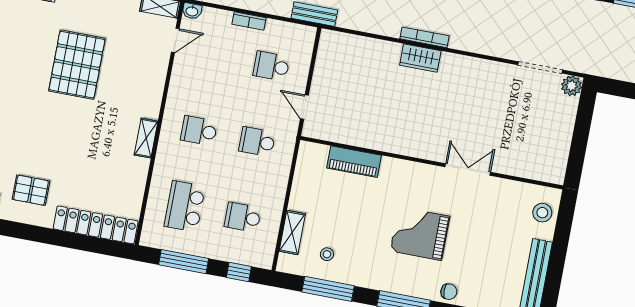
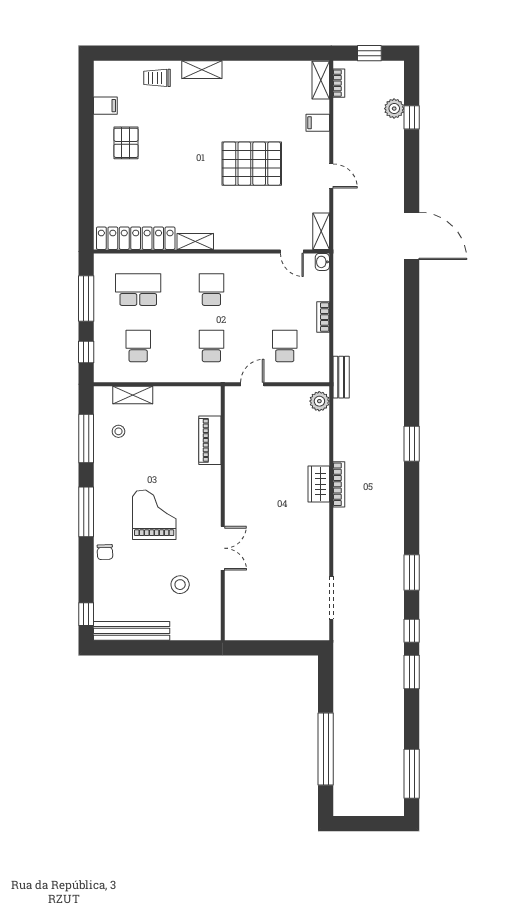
plant: (571, 86) -> (319, 401), moved
stool: (542, 213) -> (180, 585), moved
locker: (96, 225) -> (136, 238), moved, turned -90

